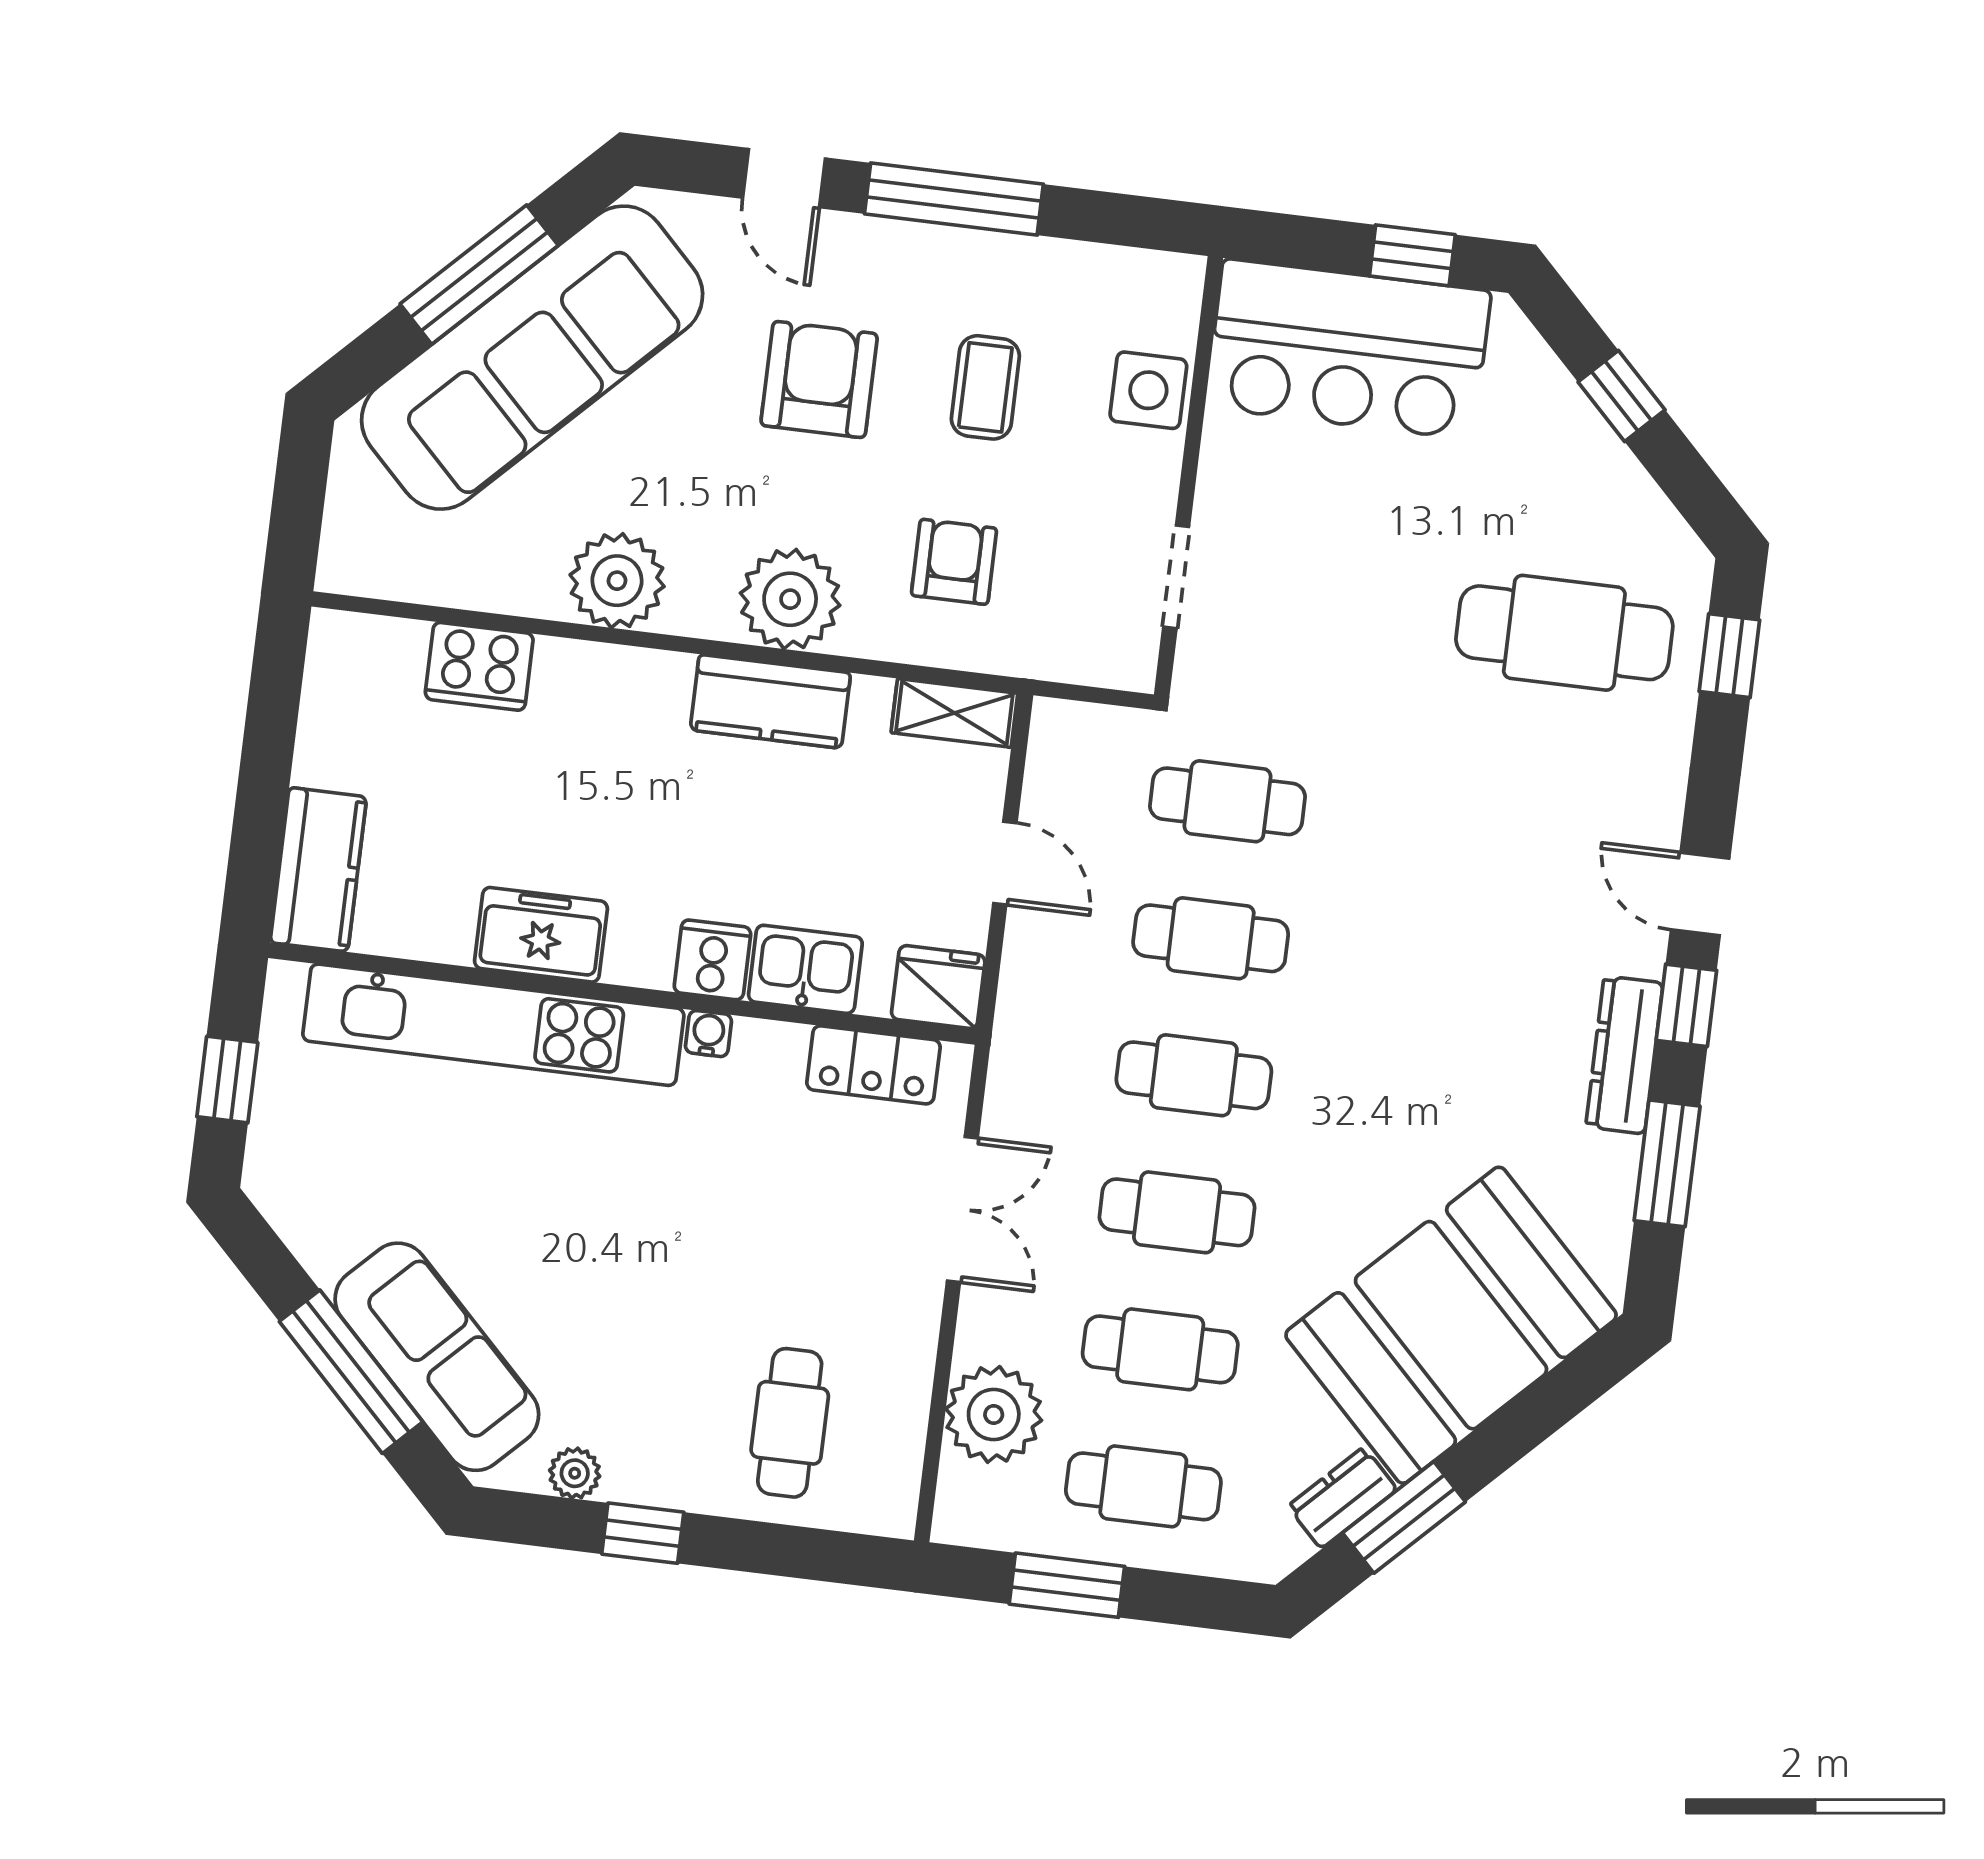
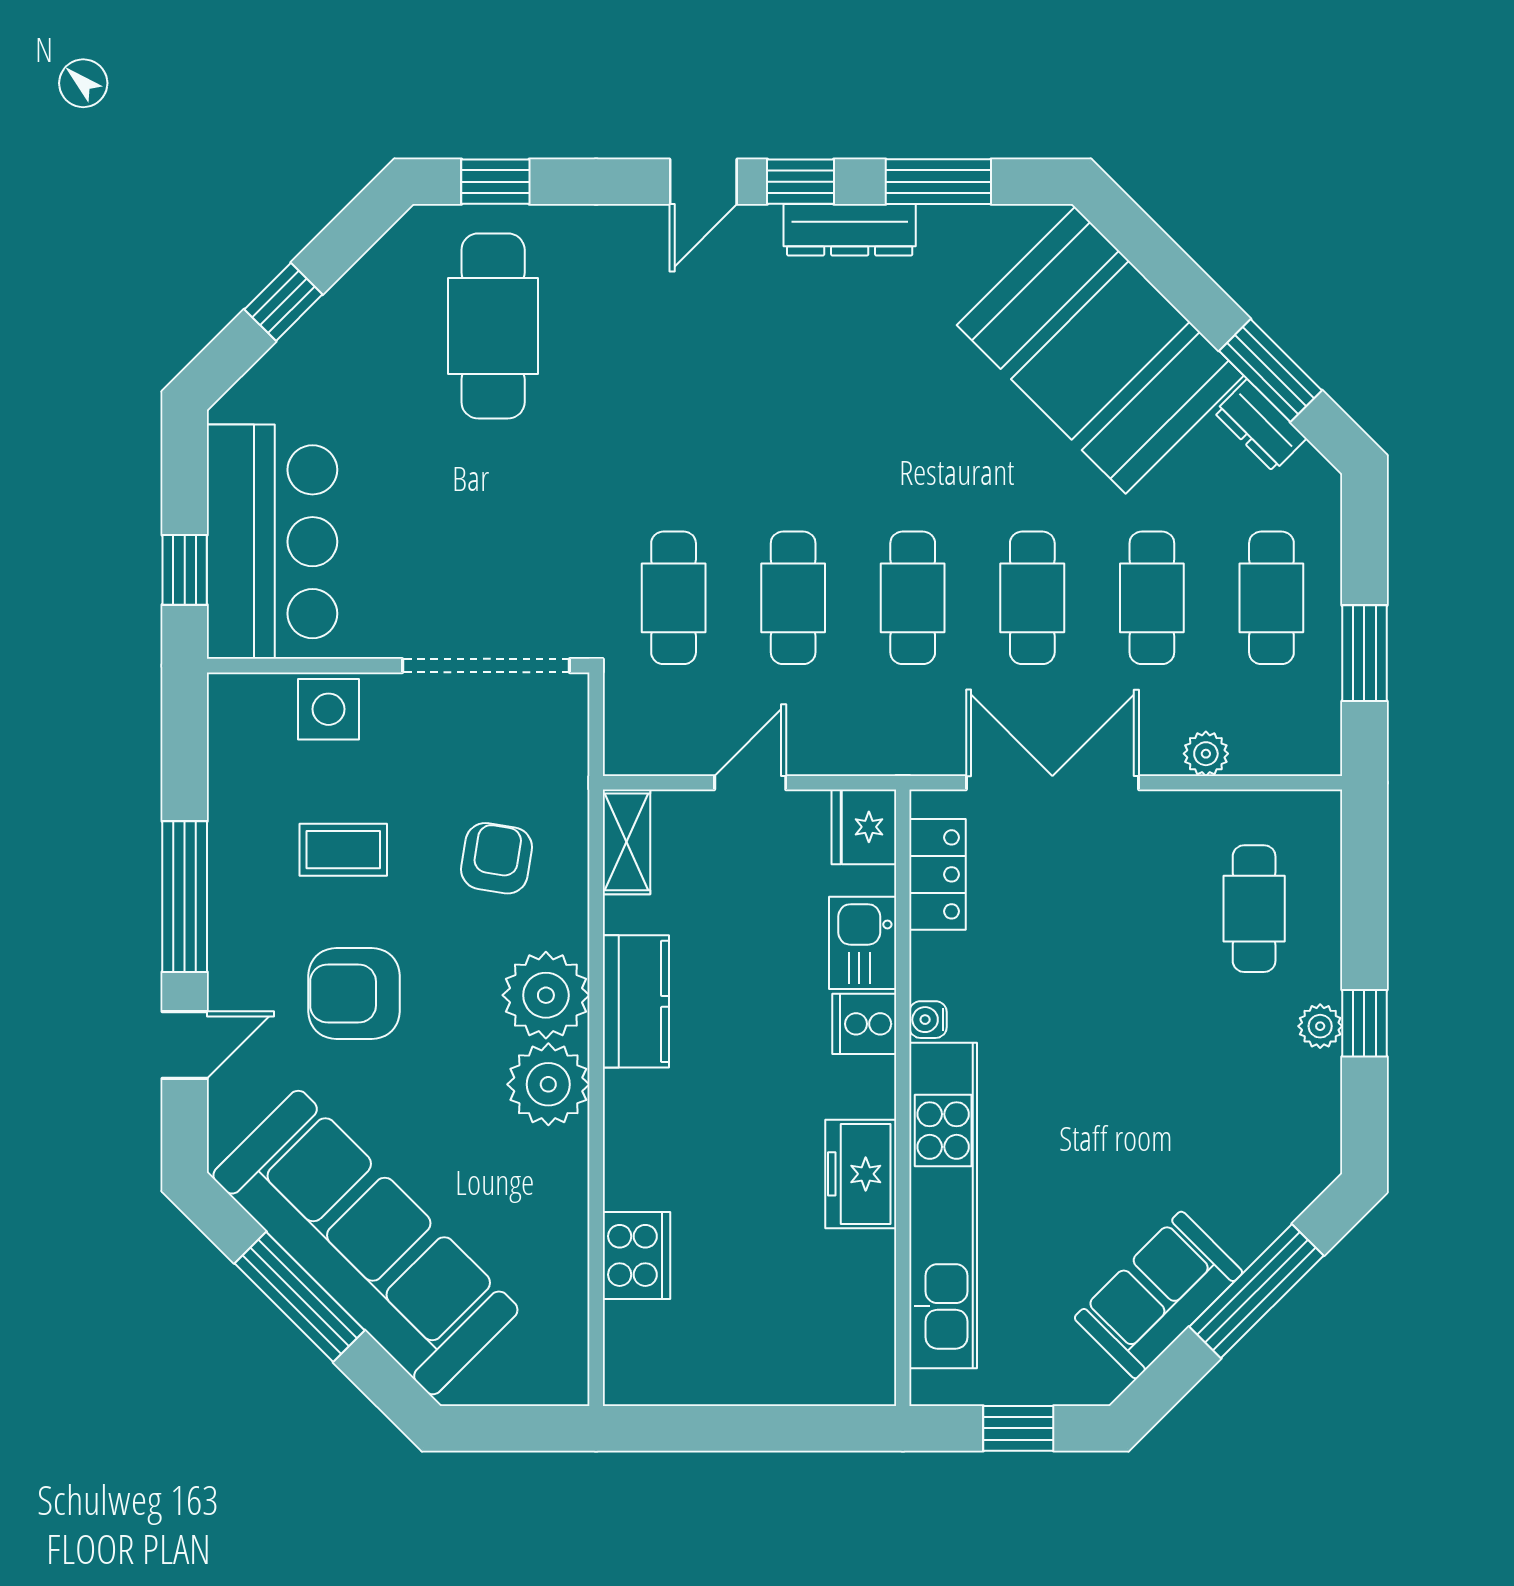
window: (1412, 255) -> (185, 570), moved
armchair: (954, 562) -> (497, 858), turned 99
doorway: (1176, 577) -> (486, 666), width x1.88
plant: (617, 581) -> (548, 1084), moved
kitchen counter: (318, 870) -> (828, 1372), removed
double door: (962, 1209) -> (1052, 783), width x1.37
sofa: (437, 1357) -> (1158, 1295), moved, width x0.73
plant: (994, 1414) -> (1206, 754), width x0.53, depth x0.53
cafe table: (790, 1423) -> (1254, 909), turned 90
plant: (575, 1473) -> (1320, 1026), moved

